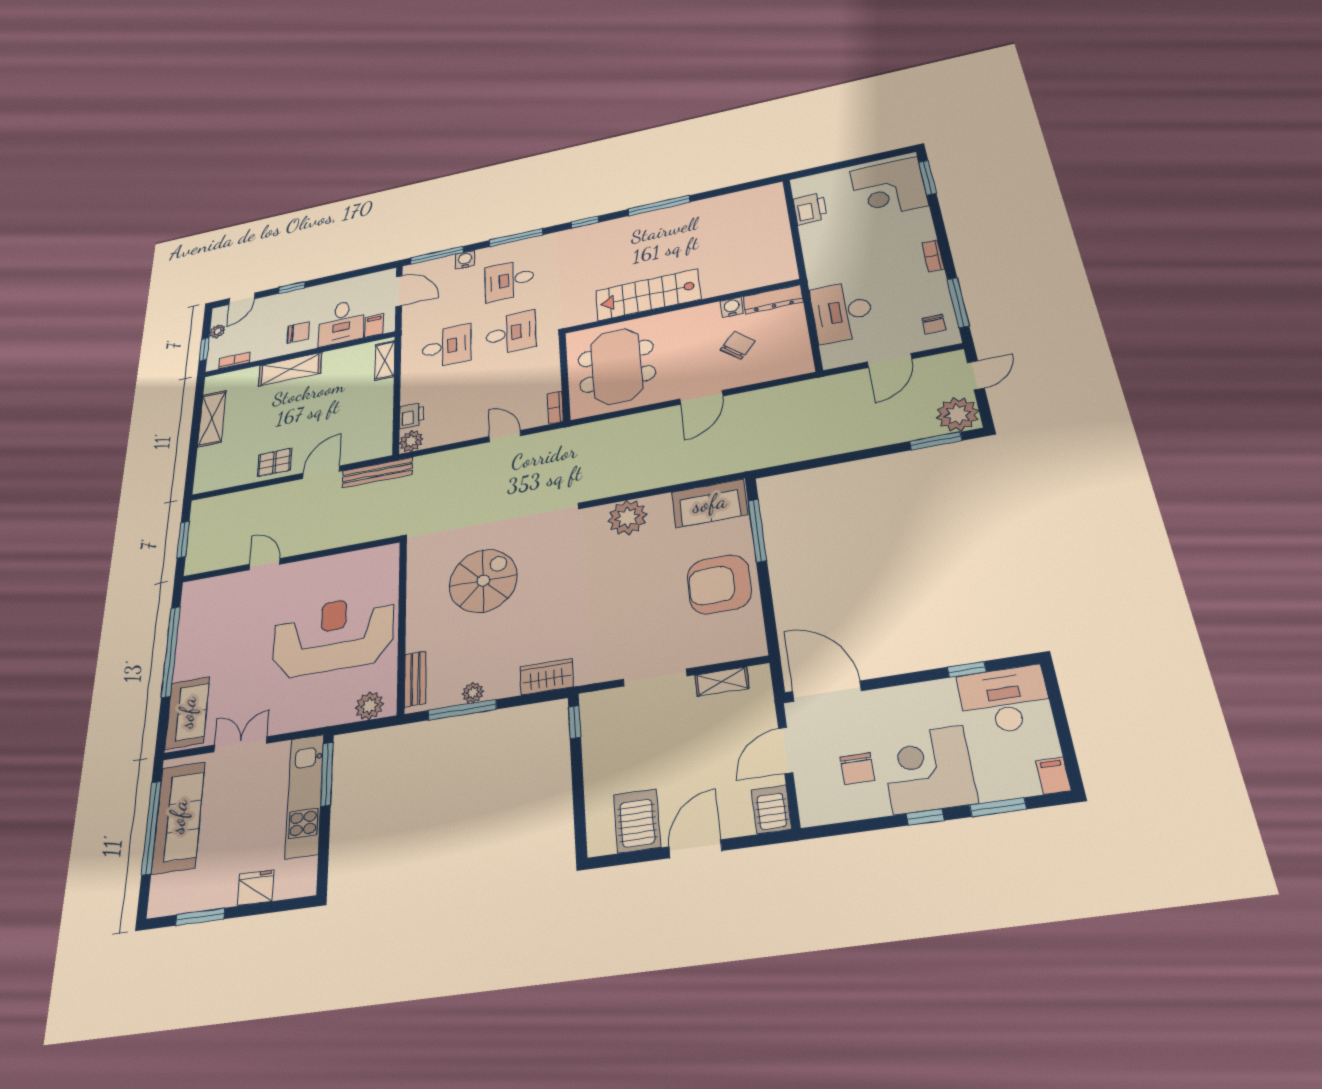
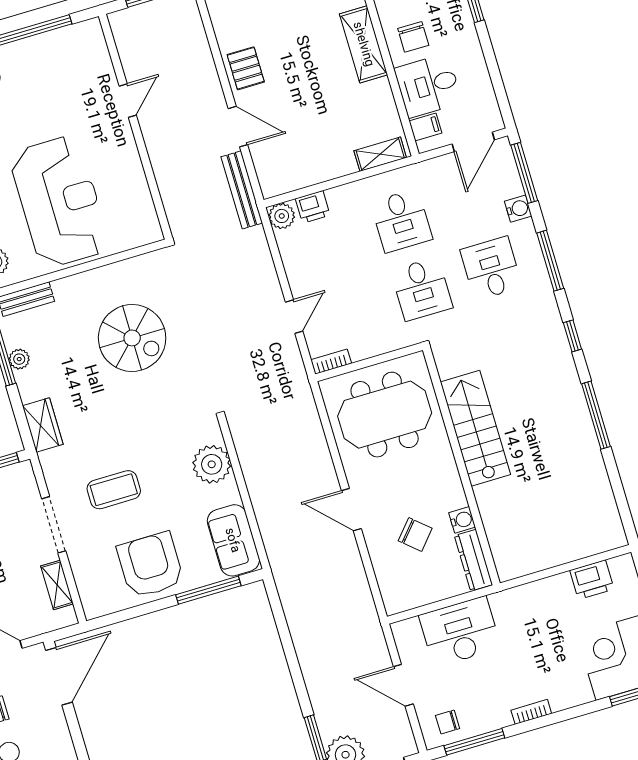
coffee table: (631, 613) -> (114, 490), added

